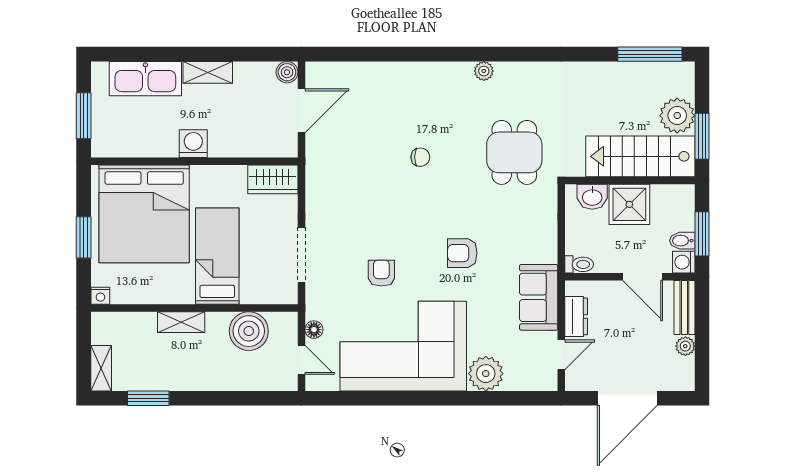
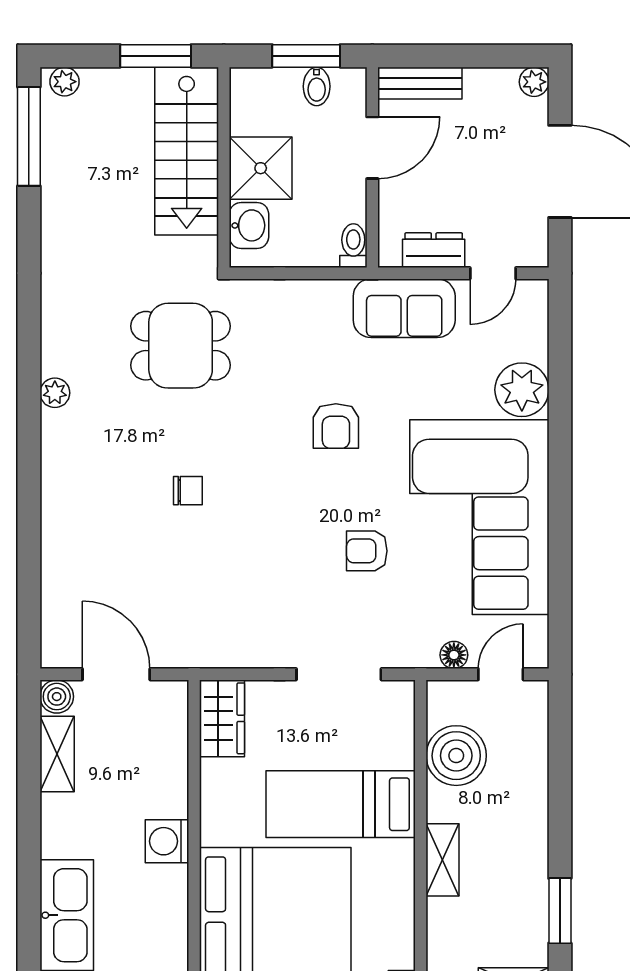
shelving: (208, 72) -> (57, 754), moved
plant: (677, 116) -> (65, 82), moved, width x0.53, depth x0.53
chair: (420, 157) -> (188, 491), turned 90
washing machine: (684, 262) -> (350, 84), removed
plant: (685, 346) -> (534, 82), moved
door: (561, 355) -> (493, 273), swing flipped

